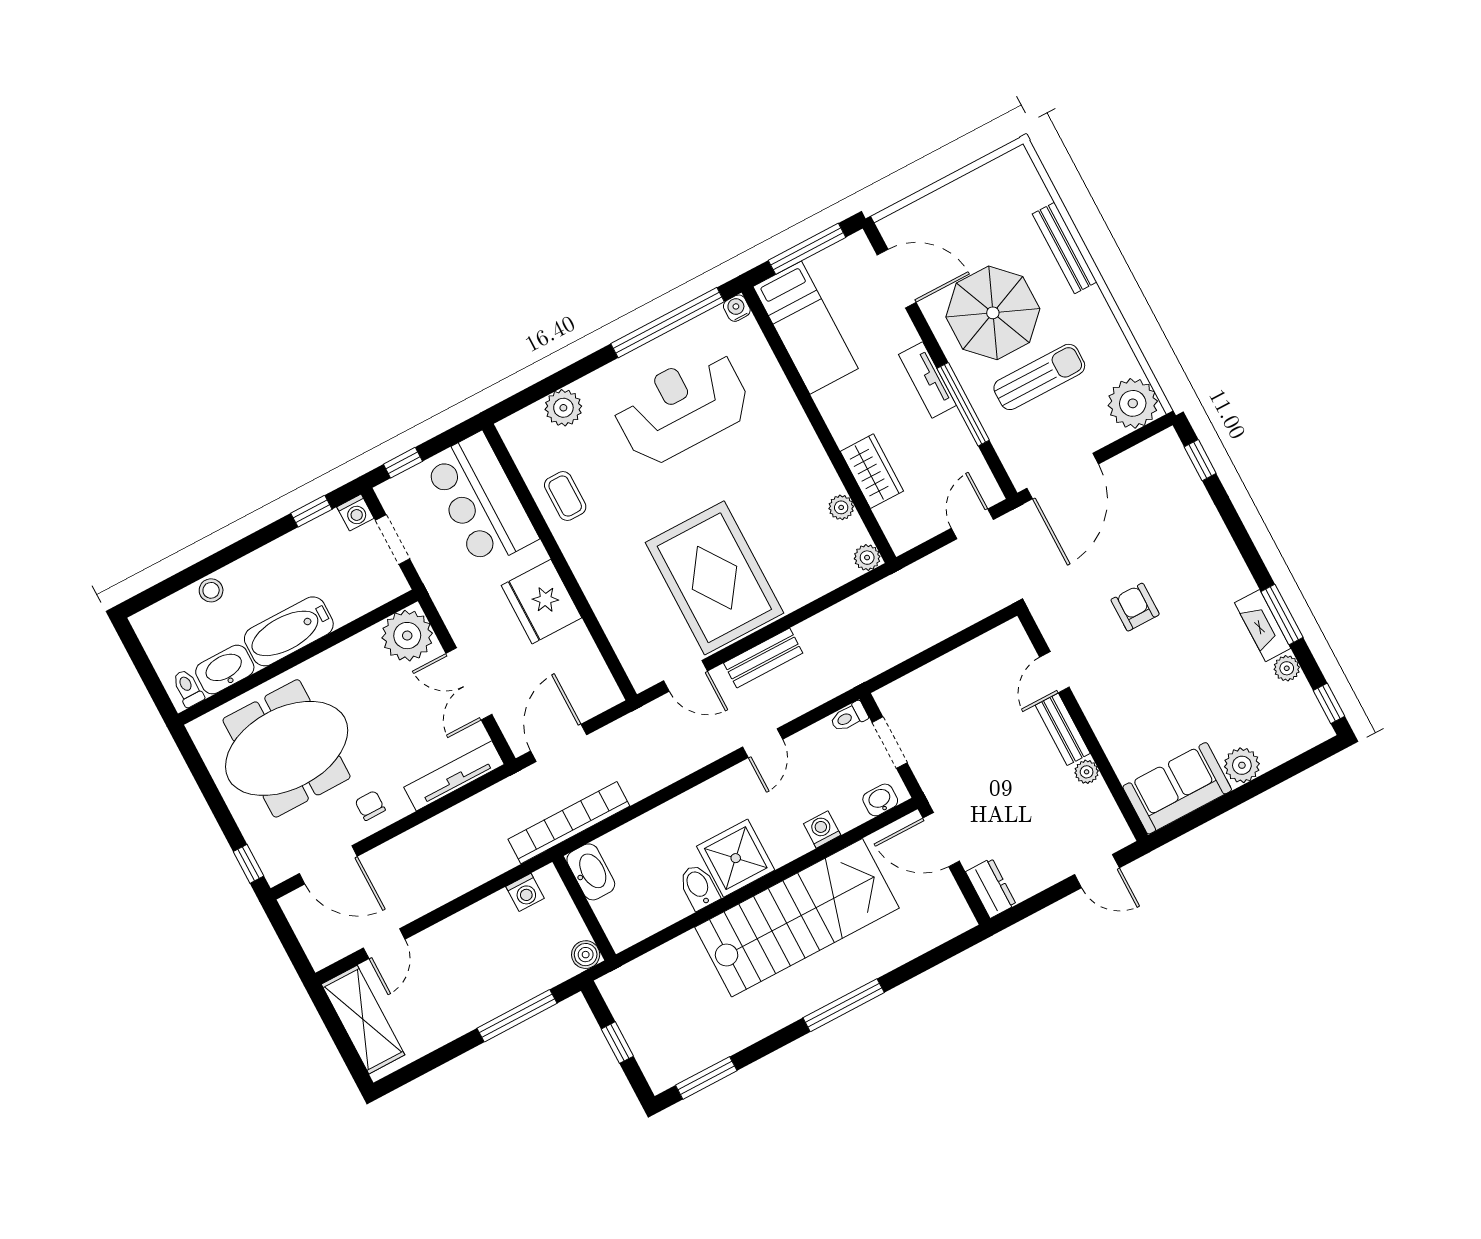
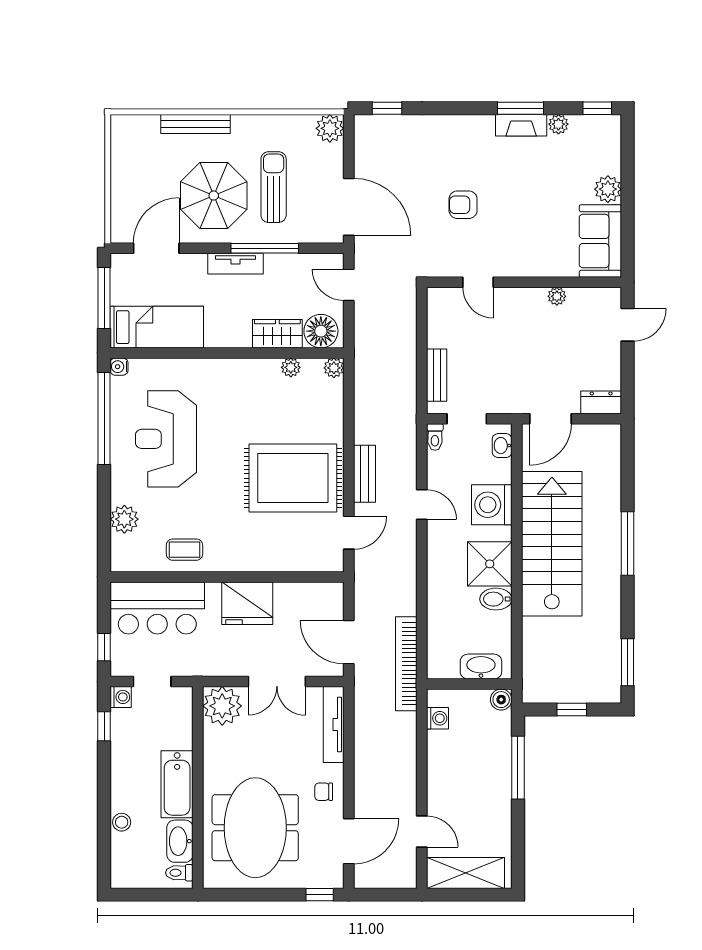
plant: (1133, 403) -> (330, 128), width x0.73, depth x0.73
floor lamp: (902, 520) -> (321, 331), added
bench: (1063, 729) -> (437, 375), moved, turned 90
washing machine: (822, 829) -> (492, 505), width x1.89, depth x1.89
washbasin: (591, 872) -> (481, 667), moved

